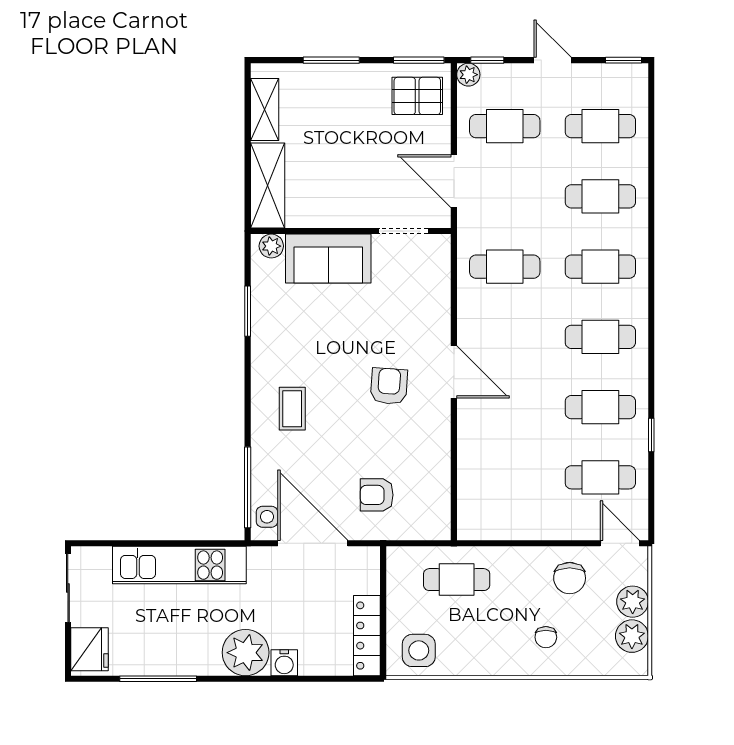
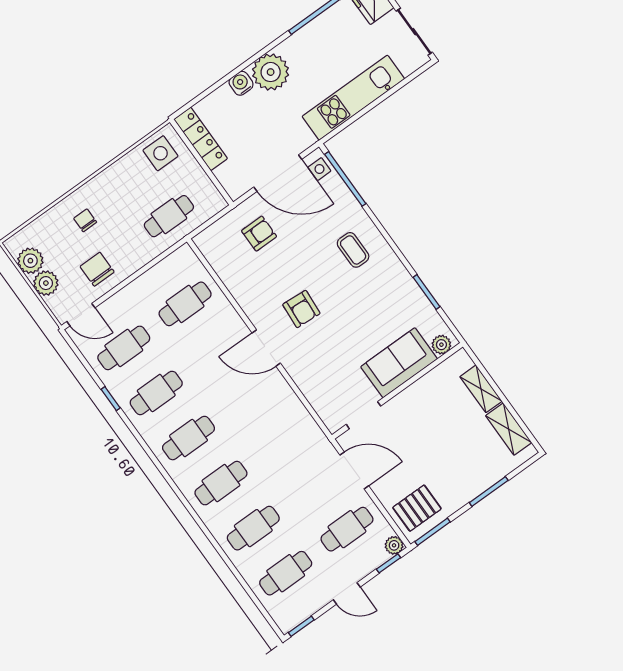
shelving: (268, 186) -> (481, 389), width x0.67, depth x0.75
cafe table: (505, 267) -> (185, 304), moved

